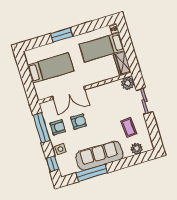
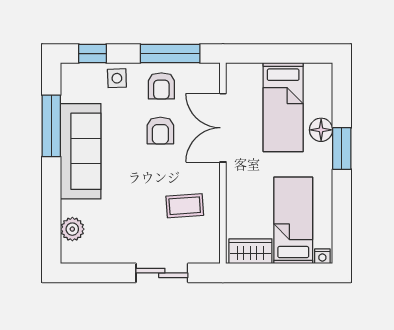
floor lamp: (56, 47) -> (321, 130), added
plant: (128, 83) -> (207, 250), removed
coffee table: (129, 127) -> (185, 206), moved

